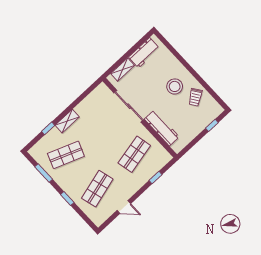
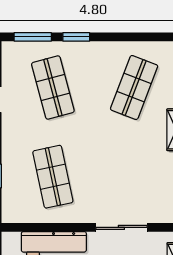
sliding door: (129, 106) -> (121, 227), width x0.73
window: (44, 173) -> (33, 37), moved

